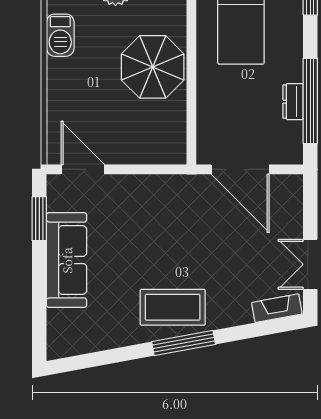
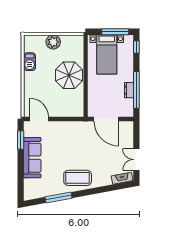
window: (184, 343) -> (59, 198), moved

